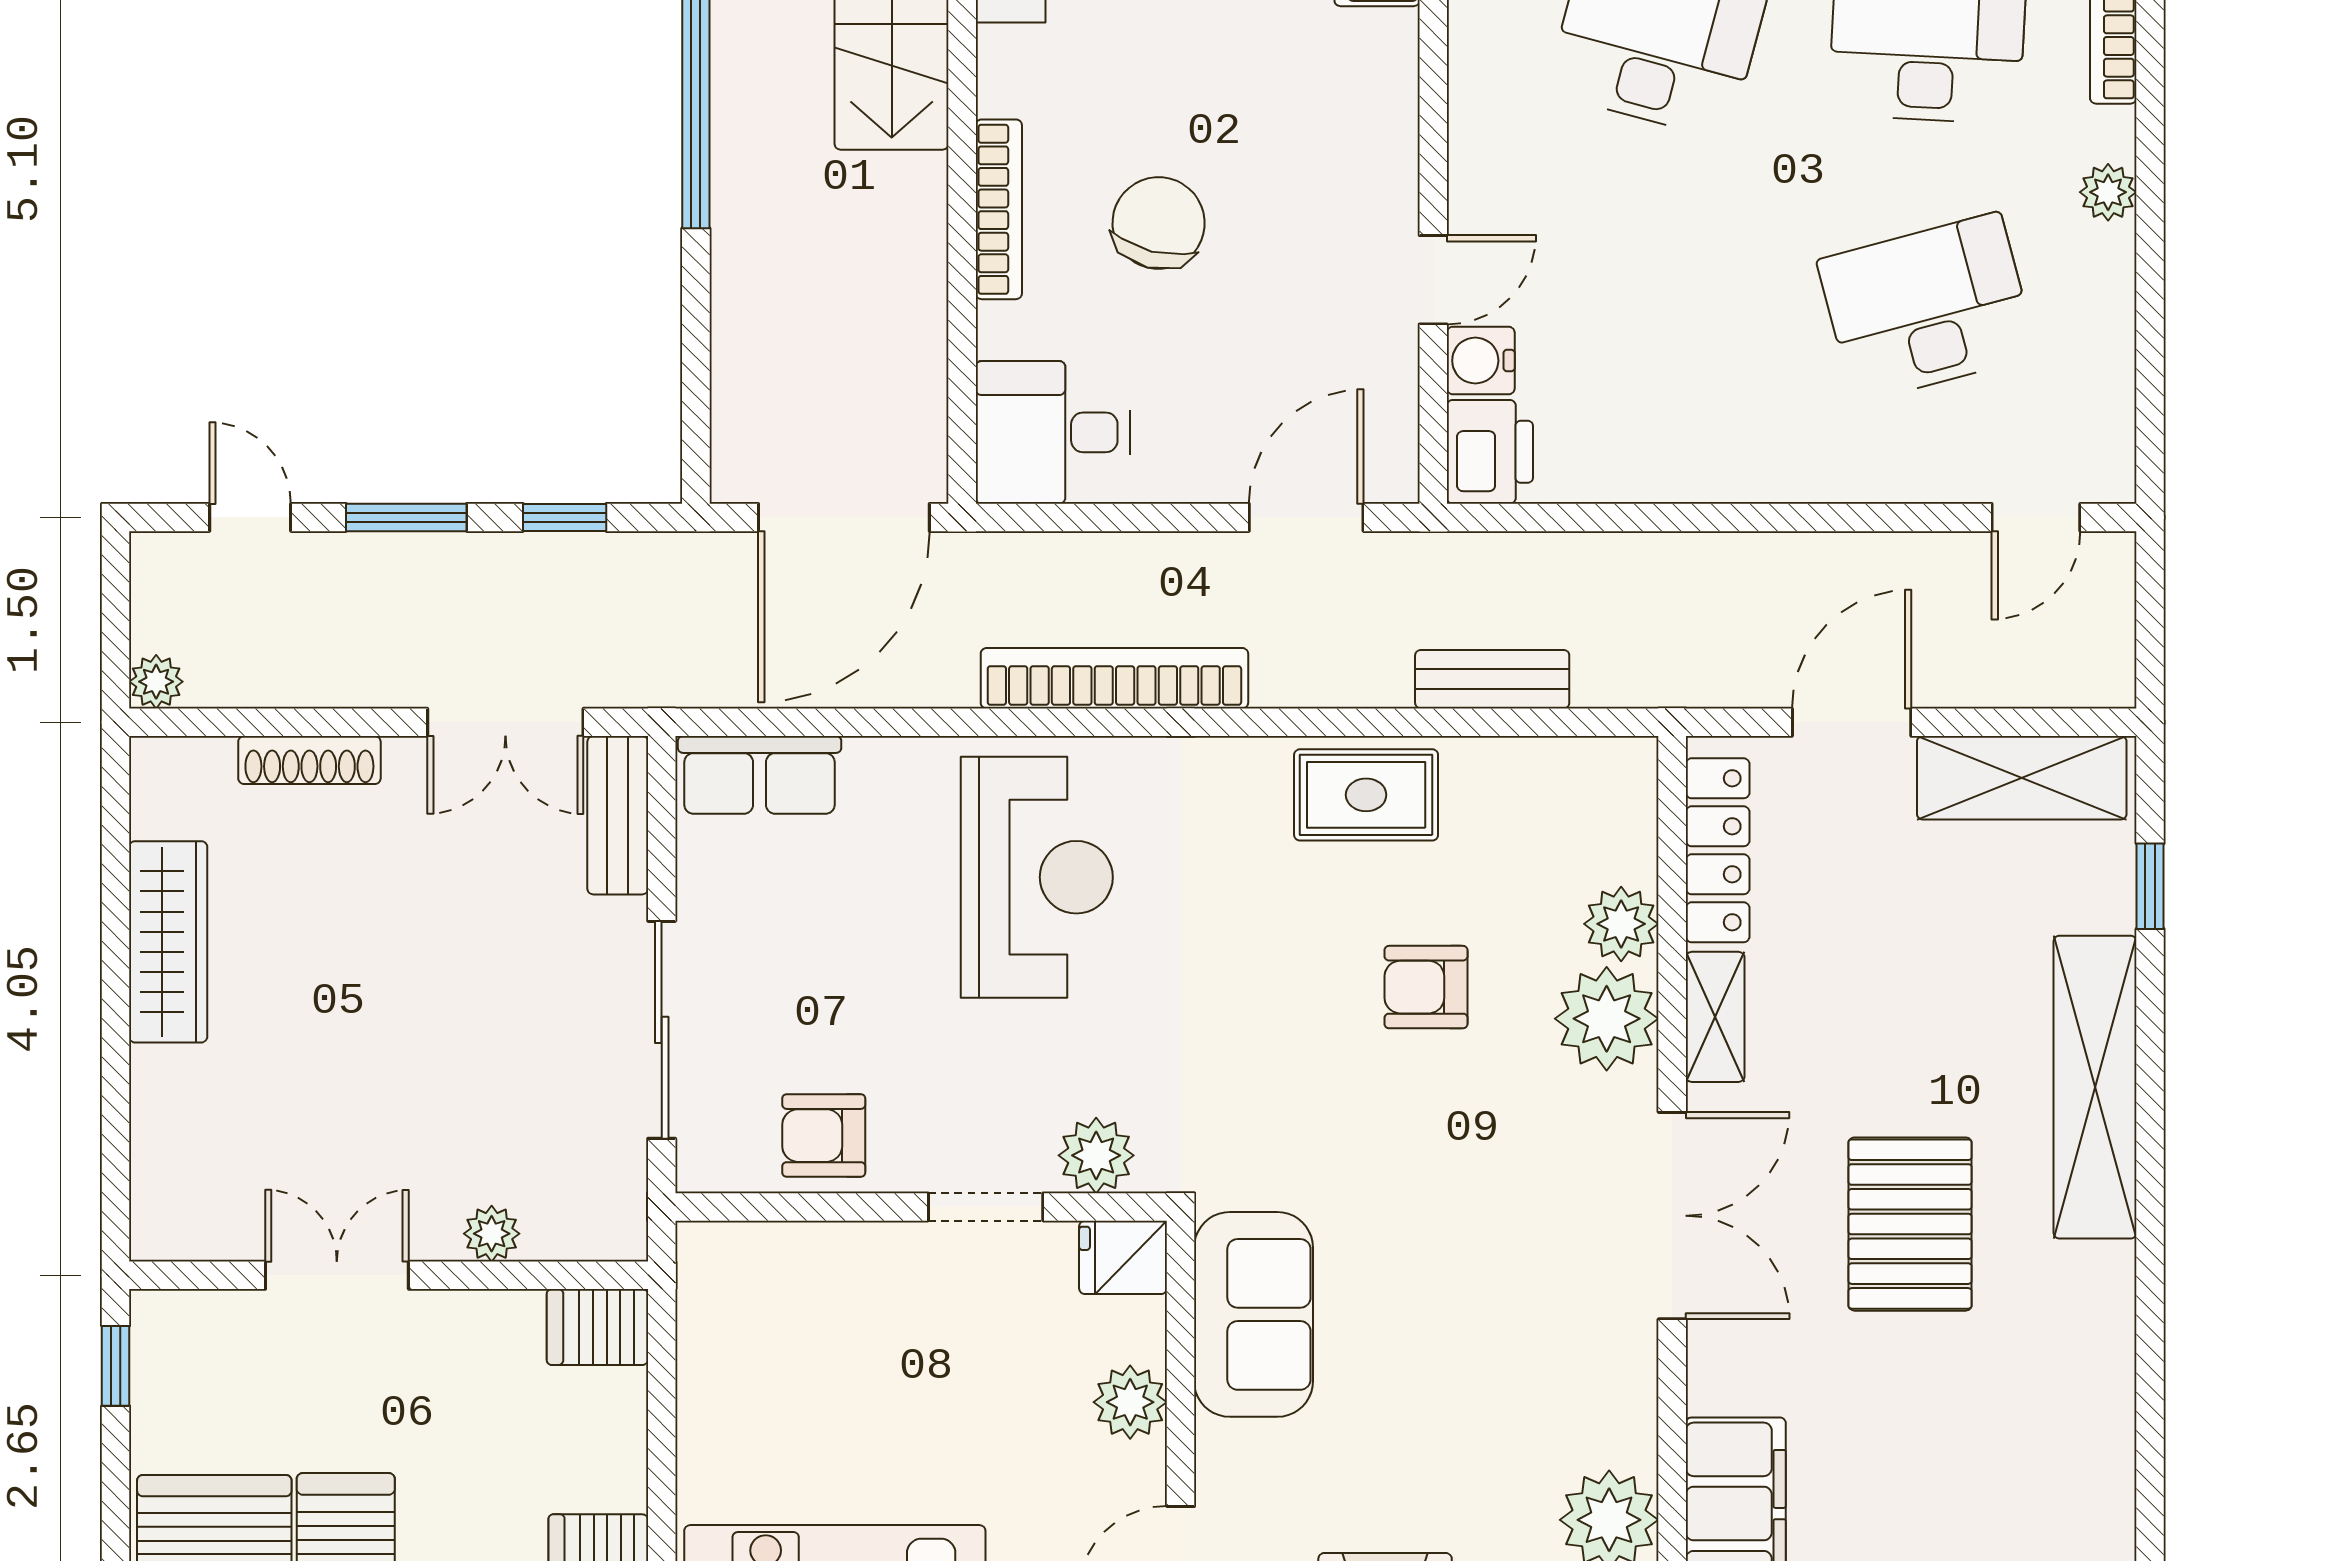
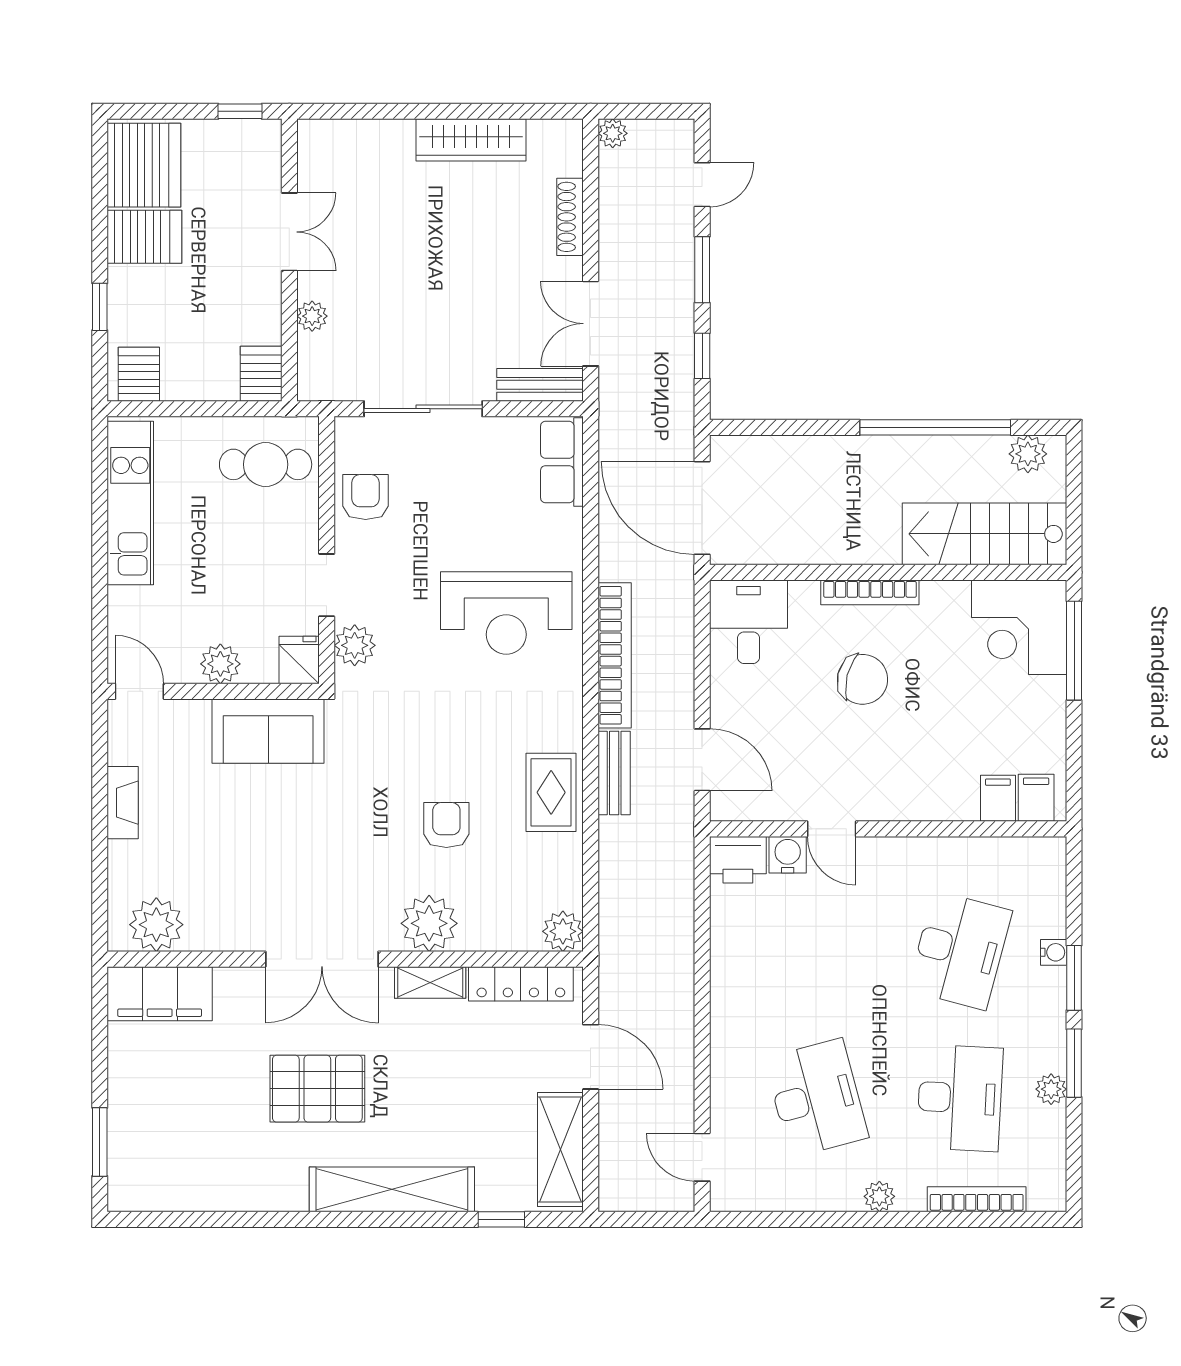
bench: (1492, 679) -> (614, 773), moved
plant: (1621, 924) -> (563, 931), moved
cafe table: (764, 1319) -> (266, 464), added

